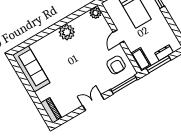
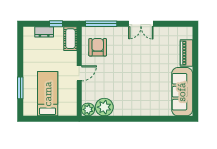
plant: (67, 32) -> (104, 107), moved
window: (159, 64) -> (56, 24), width x0.46
piano: (51, 110) -> (186, 53), moved

